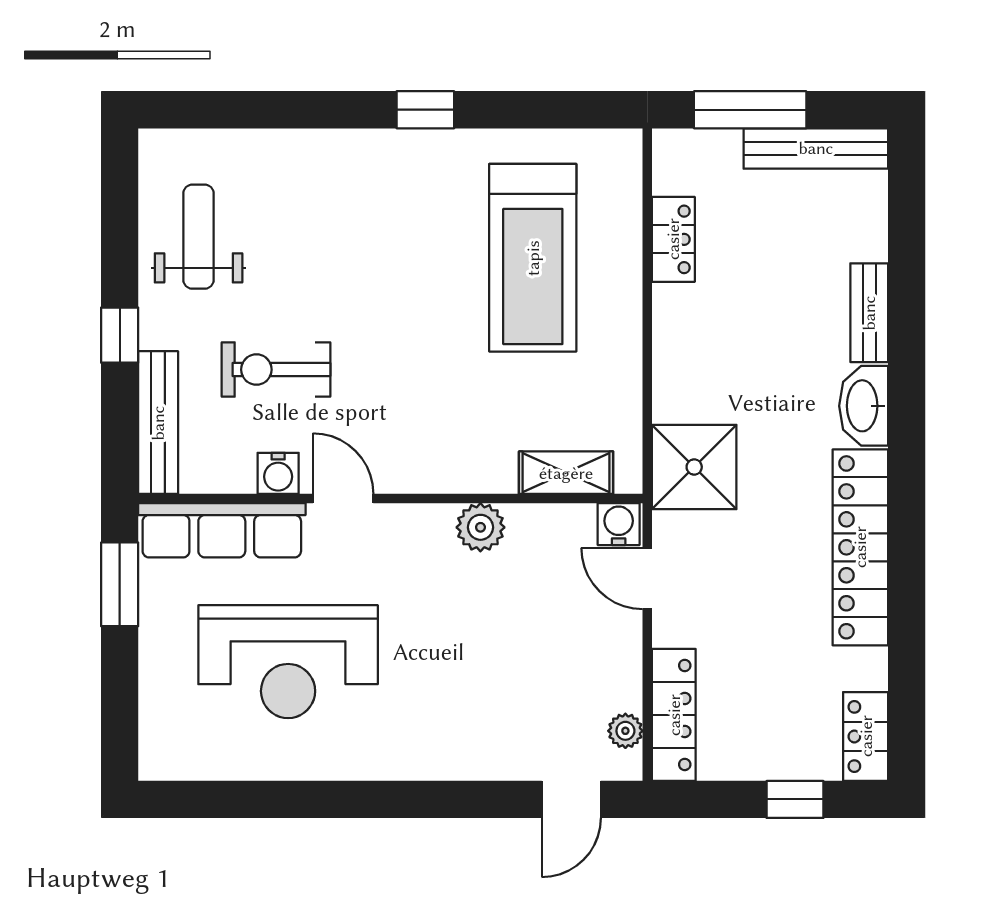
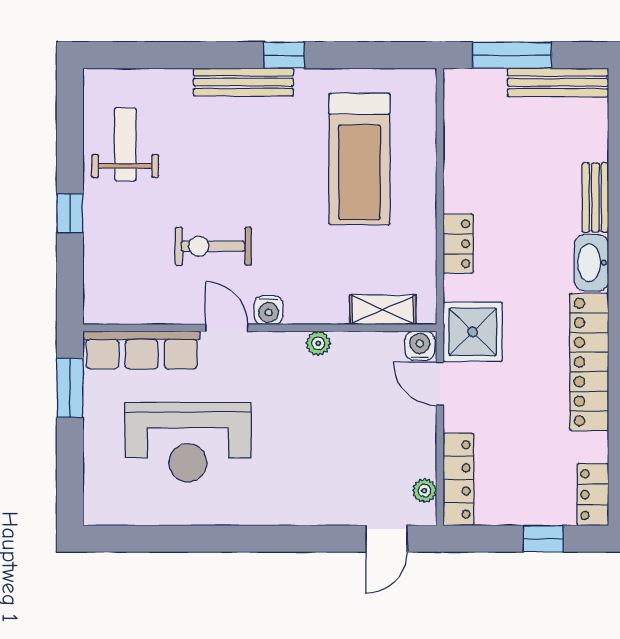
locker: (673, 239) -> (458, 244), moved
exercise bike: (276, 370) -> (213, 246), moved
bench: (158, 423) -> (243, 82), moved, turned 90
shower: (694, 467) -> (473, 332), moved
water cooler: (278, 473) -> (269, 310), moved
plant: (480, 527) -> (318, 343), width x0.73, depth x0.73

